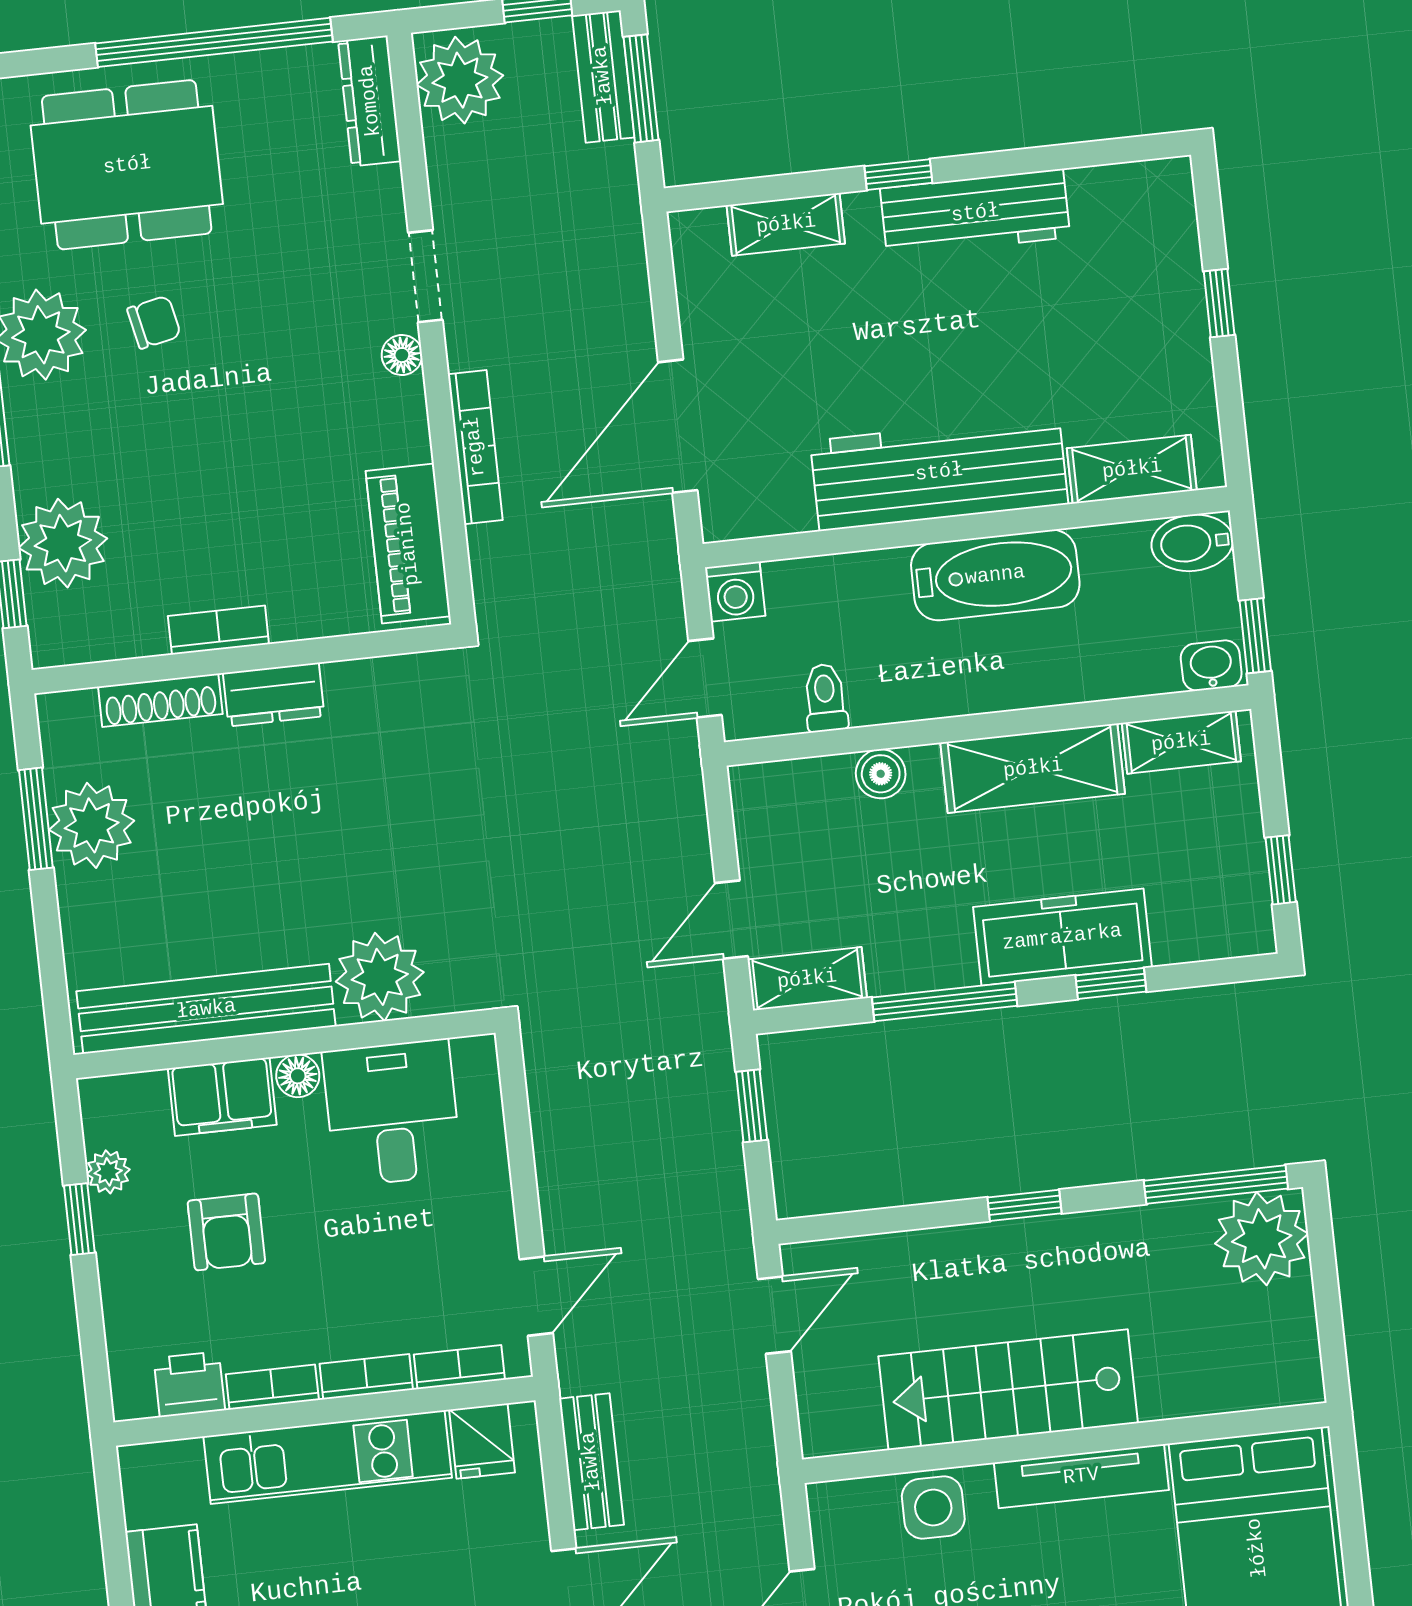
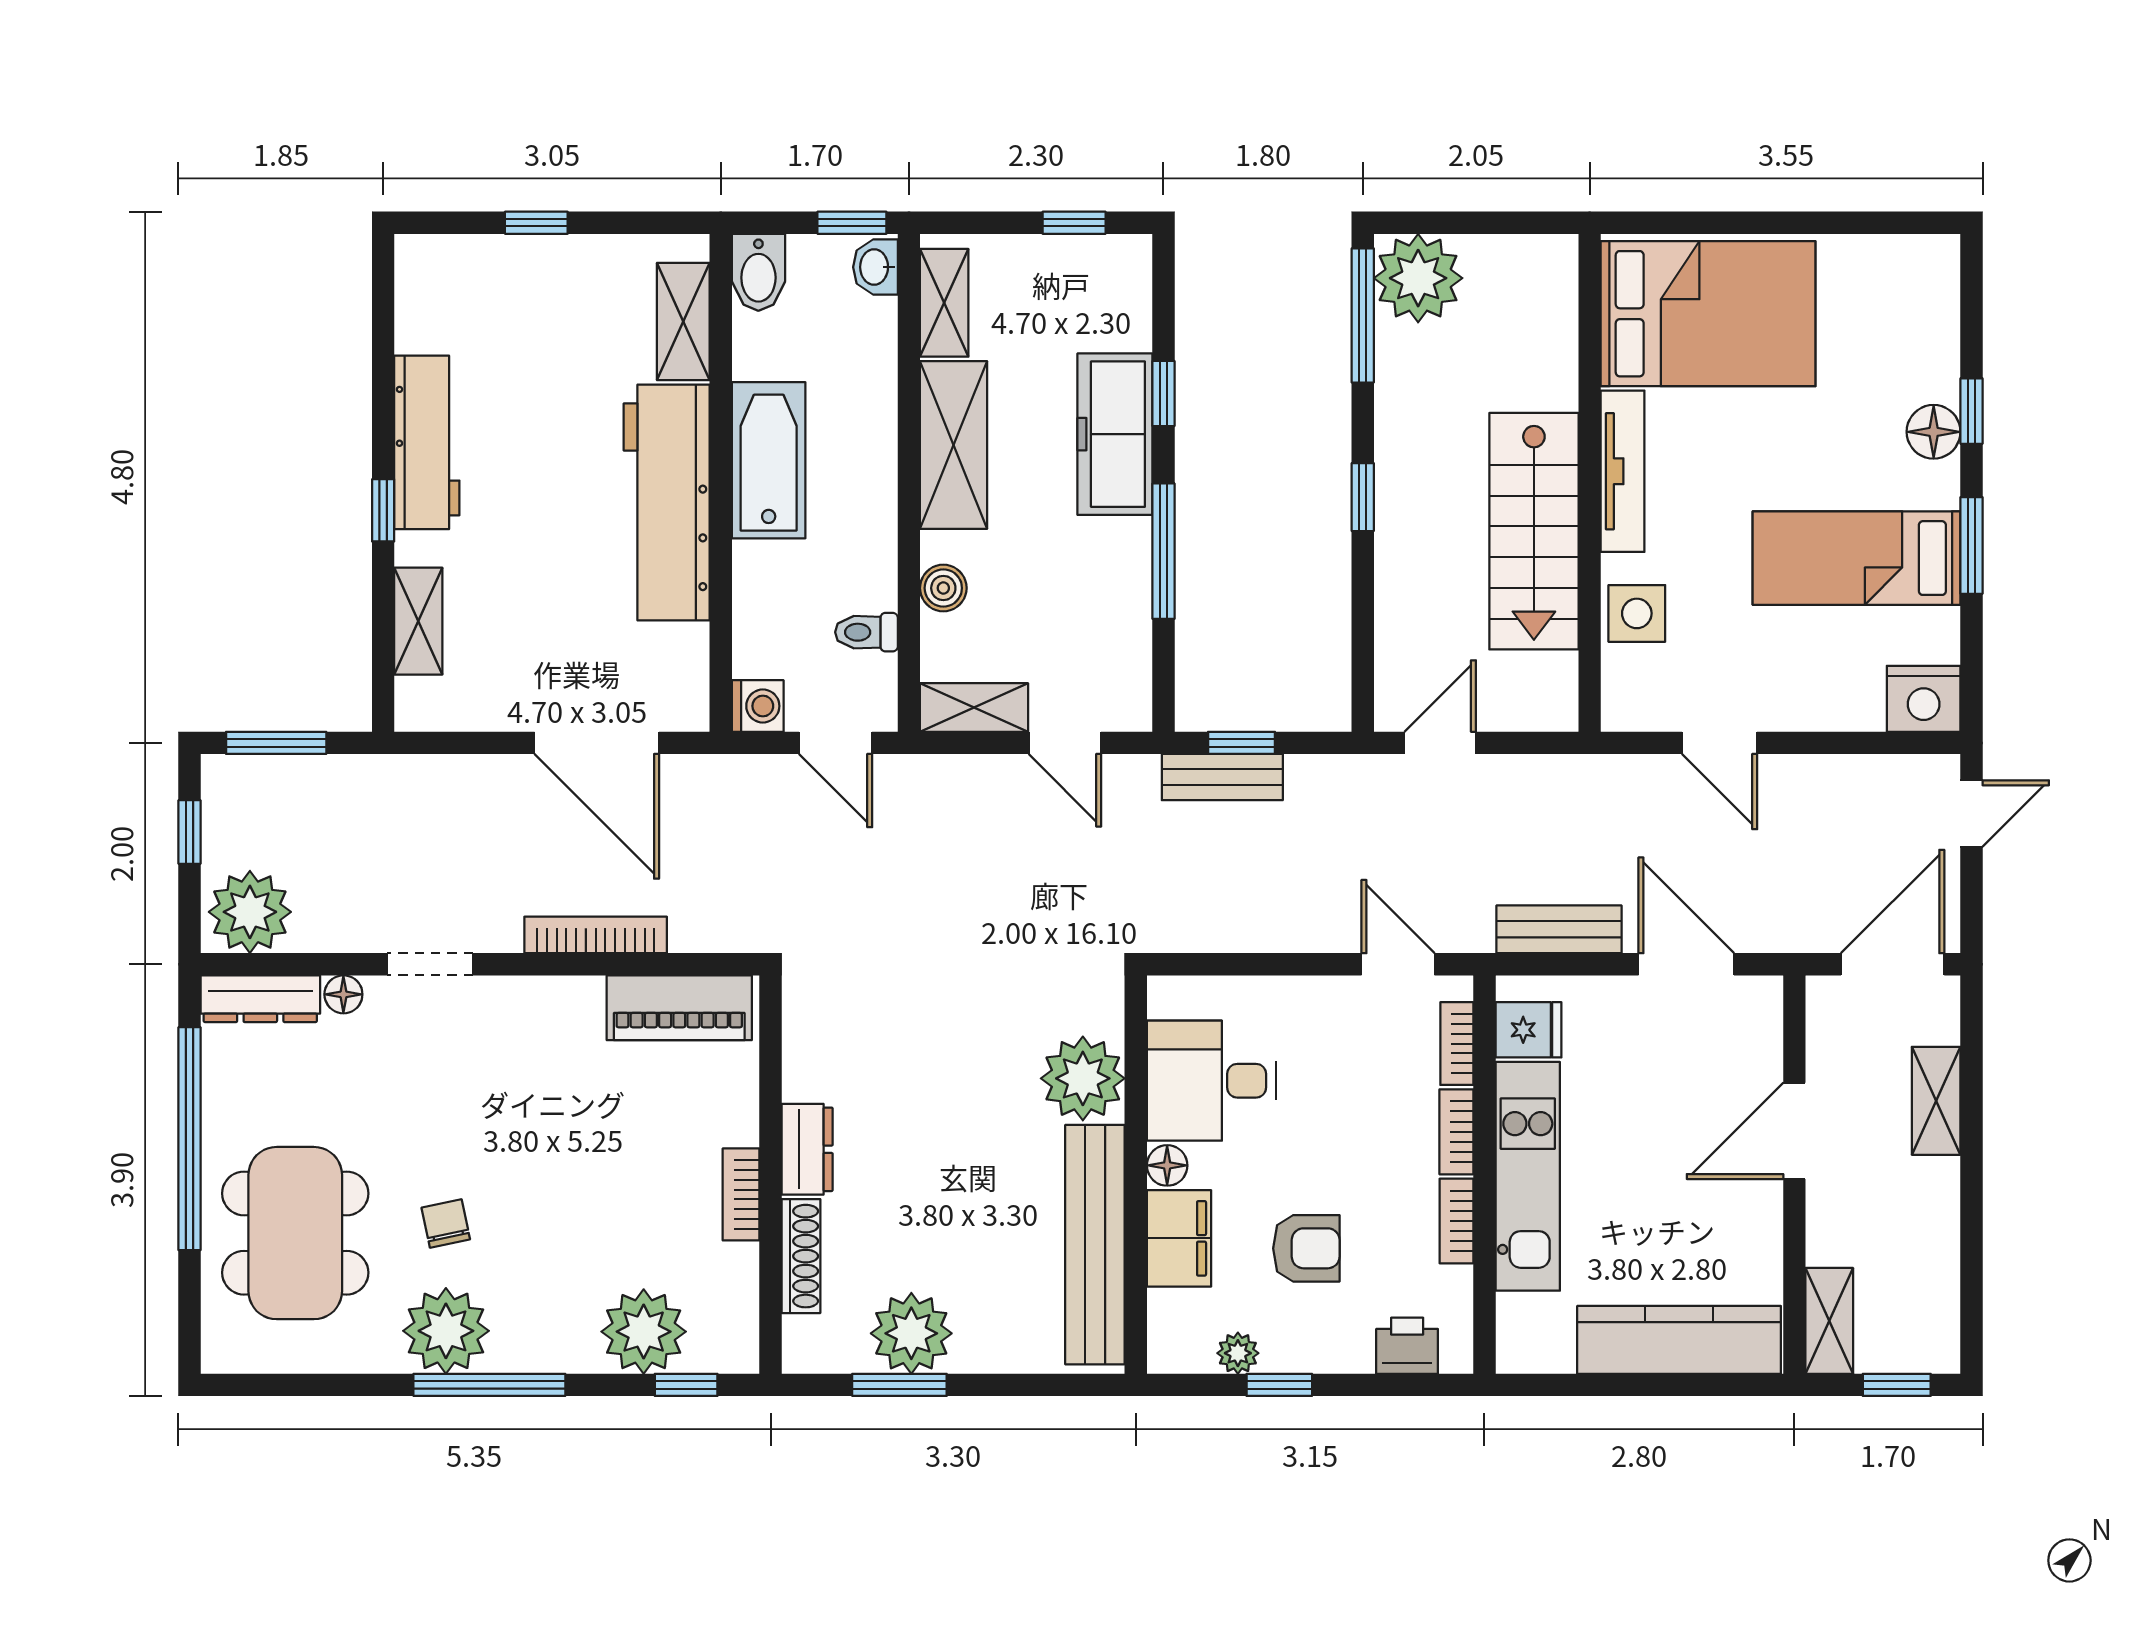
bench: (603, 76) -> (1222, 777), moved
floor lamp: (402, 355) -> (343, 994), moved
shelving: (807, 979) -> (974, 708), moved, turned 90
door: (774, 1315) -> (1440, 743), hinge flipped
printer: (189, 1384) -> (1407, 1346), moved, turned 90

